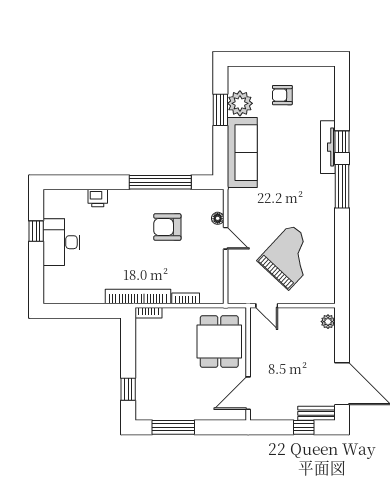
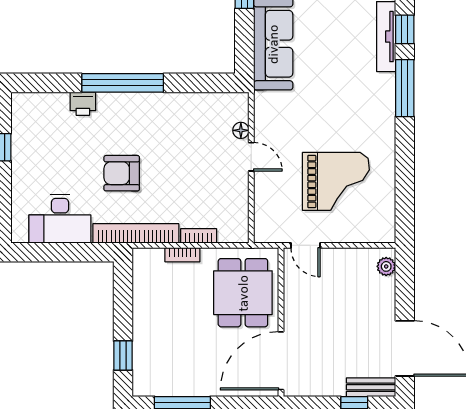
window: (160, 182) -> (123, 83), moved
armchair: (167, 227) -> (122, 173), moved
desk: (62, 242) -> (60, 219), moved, turned -90
grand piano: (290, 257) -> (336, 181), turned 47
bookcase: (148, 313) -> (182, 255), moved
door: (248, 393) -> (281, 361), width x1.36

